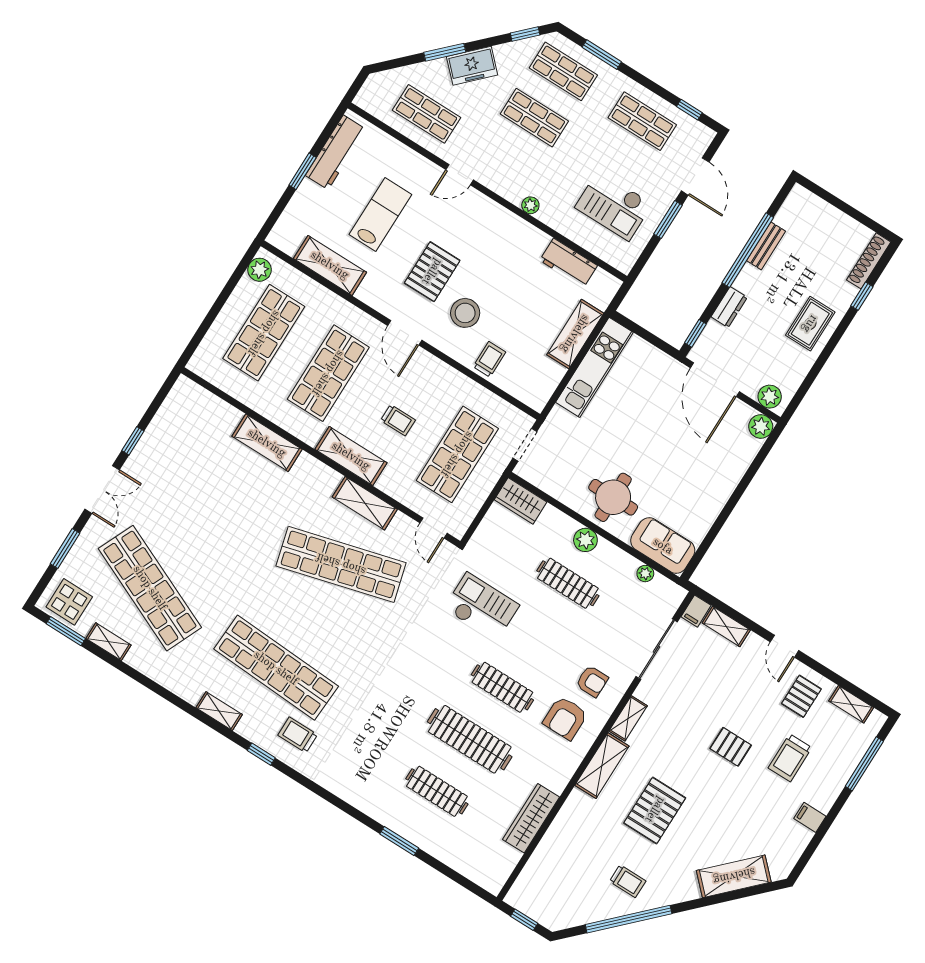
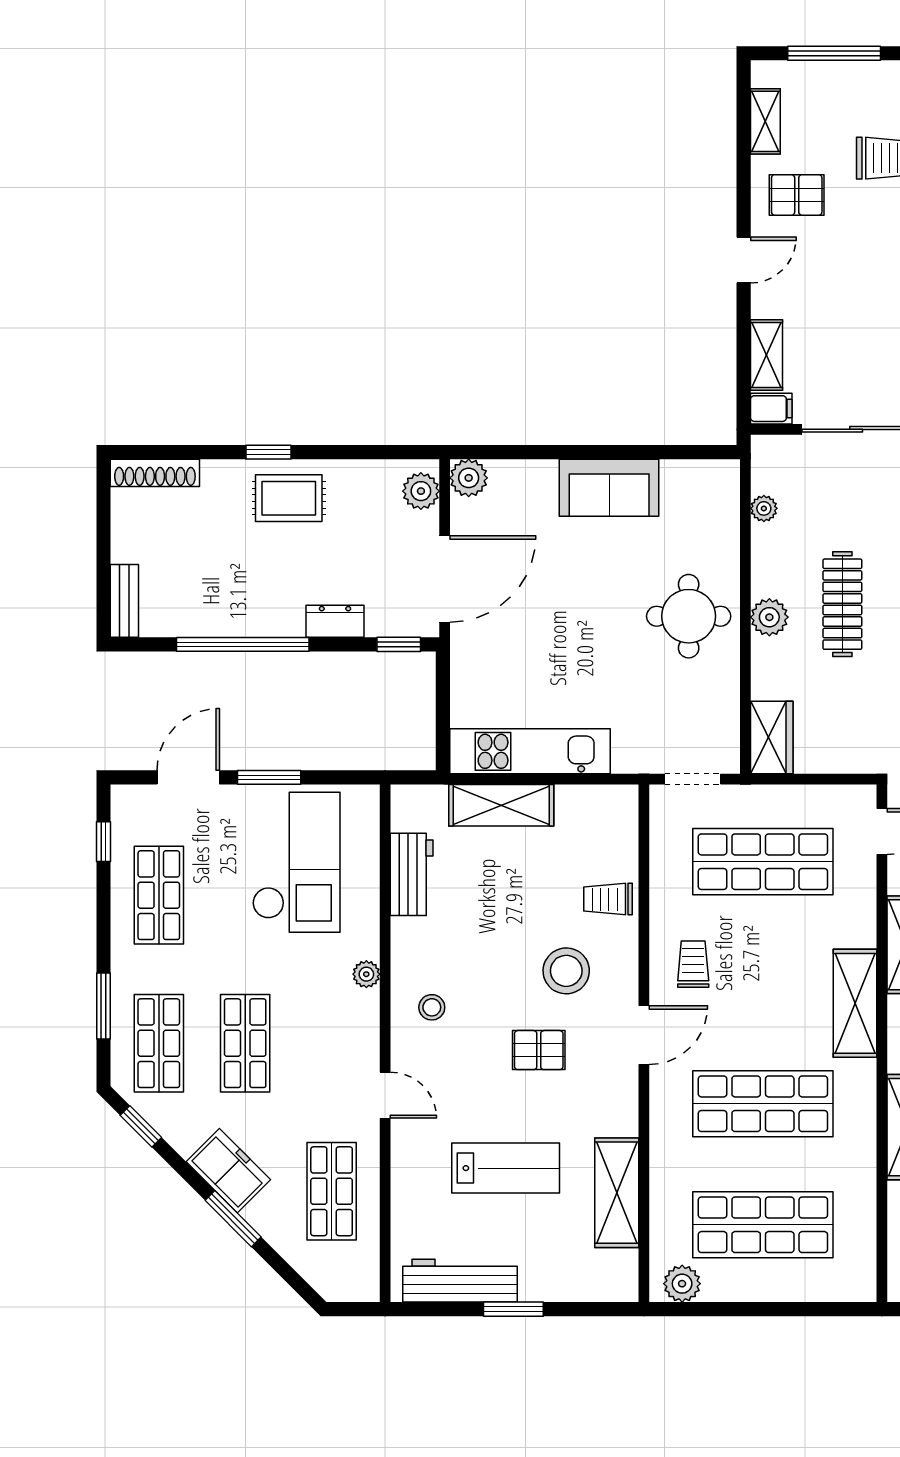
checkout: (614, 206) -> (296, 862), width x1.36, depth x1.21
lab bench: (380, 214) -> (506, 1168), turned 180
stool: (491, 229) -> (432, 1007), added
bench: (766, 246) -> (124, 601), moved, turned 90
pallet: (432, 272) -> (539, 1050), width x0.67, depth x0.71
window: (862, 296) -> (269, 452), moved
trolley: (398, 420) -> (693, 964), moved
sofa: (663, 546) -> (609, 488), moved, turned -90

